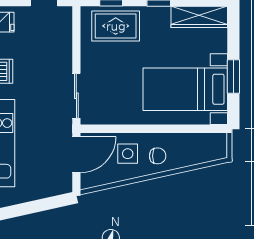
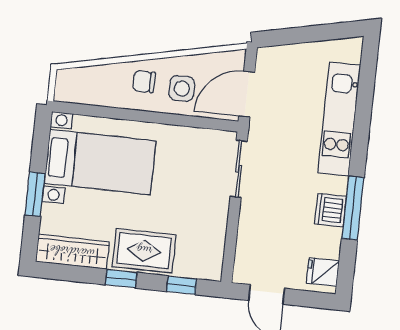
rug: (116, 26) -> (144, 251), moved
window: (233, 76) -> (35, 194), moved

